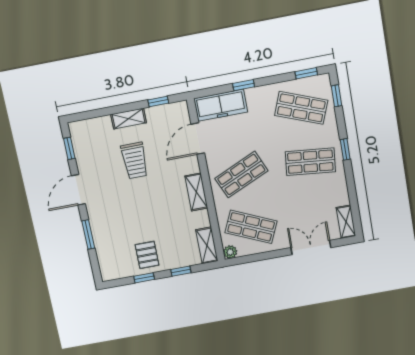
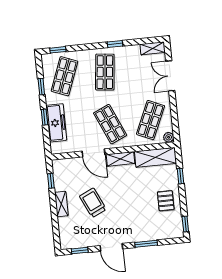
window: (306, 73) -> (41, 87), moved
freezer: (221, 105) -> (56, 123), moved
door: (198, 139) -> (94, 153), moved
window: (345, 149) -> (115, 44), moved
trolley: (135, 161) -> (93, 203), turned -115
shelving: (207, 245) -> (155, 157), width x1.50, depth x1.33
pallet: (147, 255) -> (166, 201), turned 90
window: (144, 278) -> (185, 224), moved

